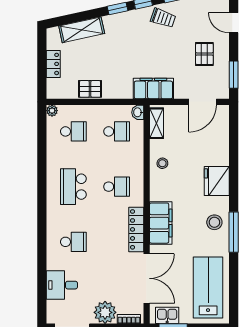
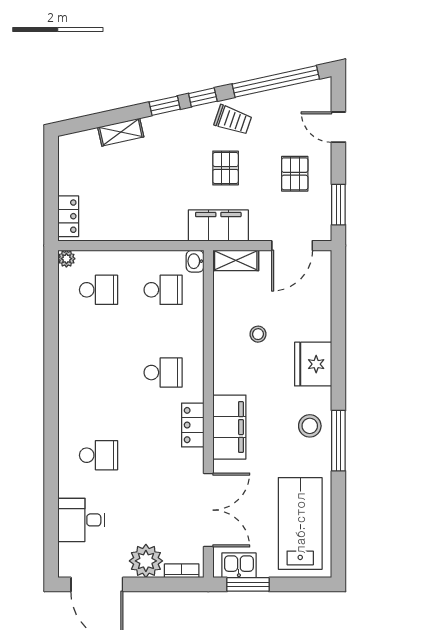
shelving: (82, 30) -> (121, 132), width x0.67, depth x0.75
locker: (53, 64) -> (68, 216), moved
pallet: (90, 89) -> (226, 168), moved, turned 90
shelving: (157, 123) -> (236, 260), moved, turned 90
stool: (162, 163) -> (258, 334), moved
school desk: (73, 187) -> (99, 373), removed
locker: (136, 229) -> (193, 425), width x0.66

